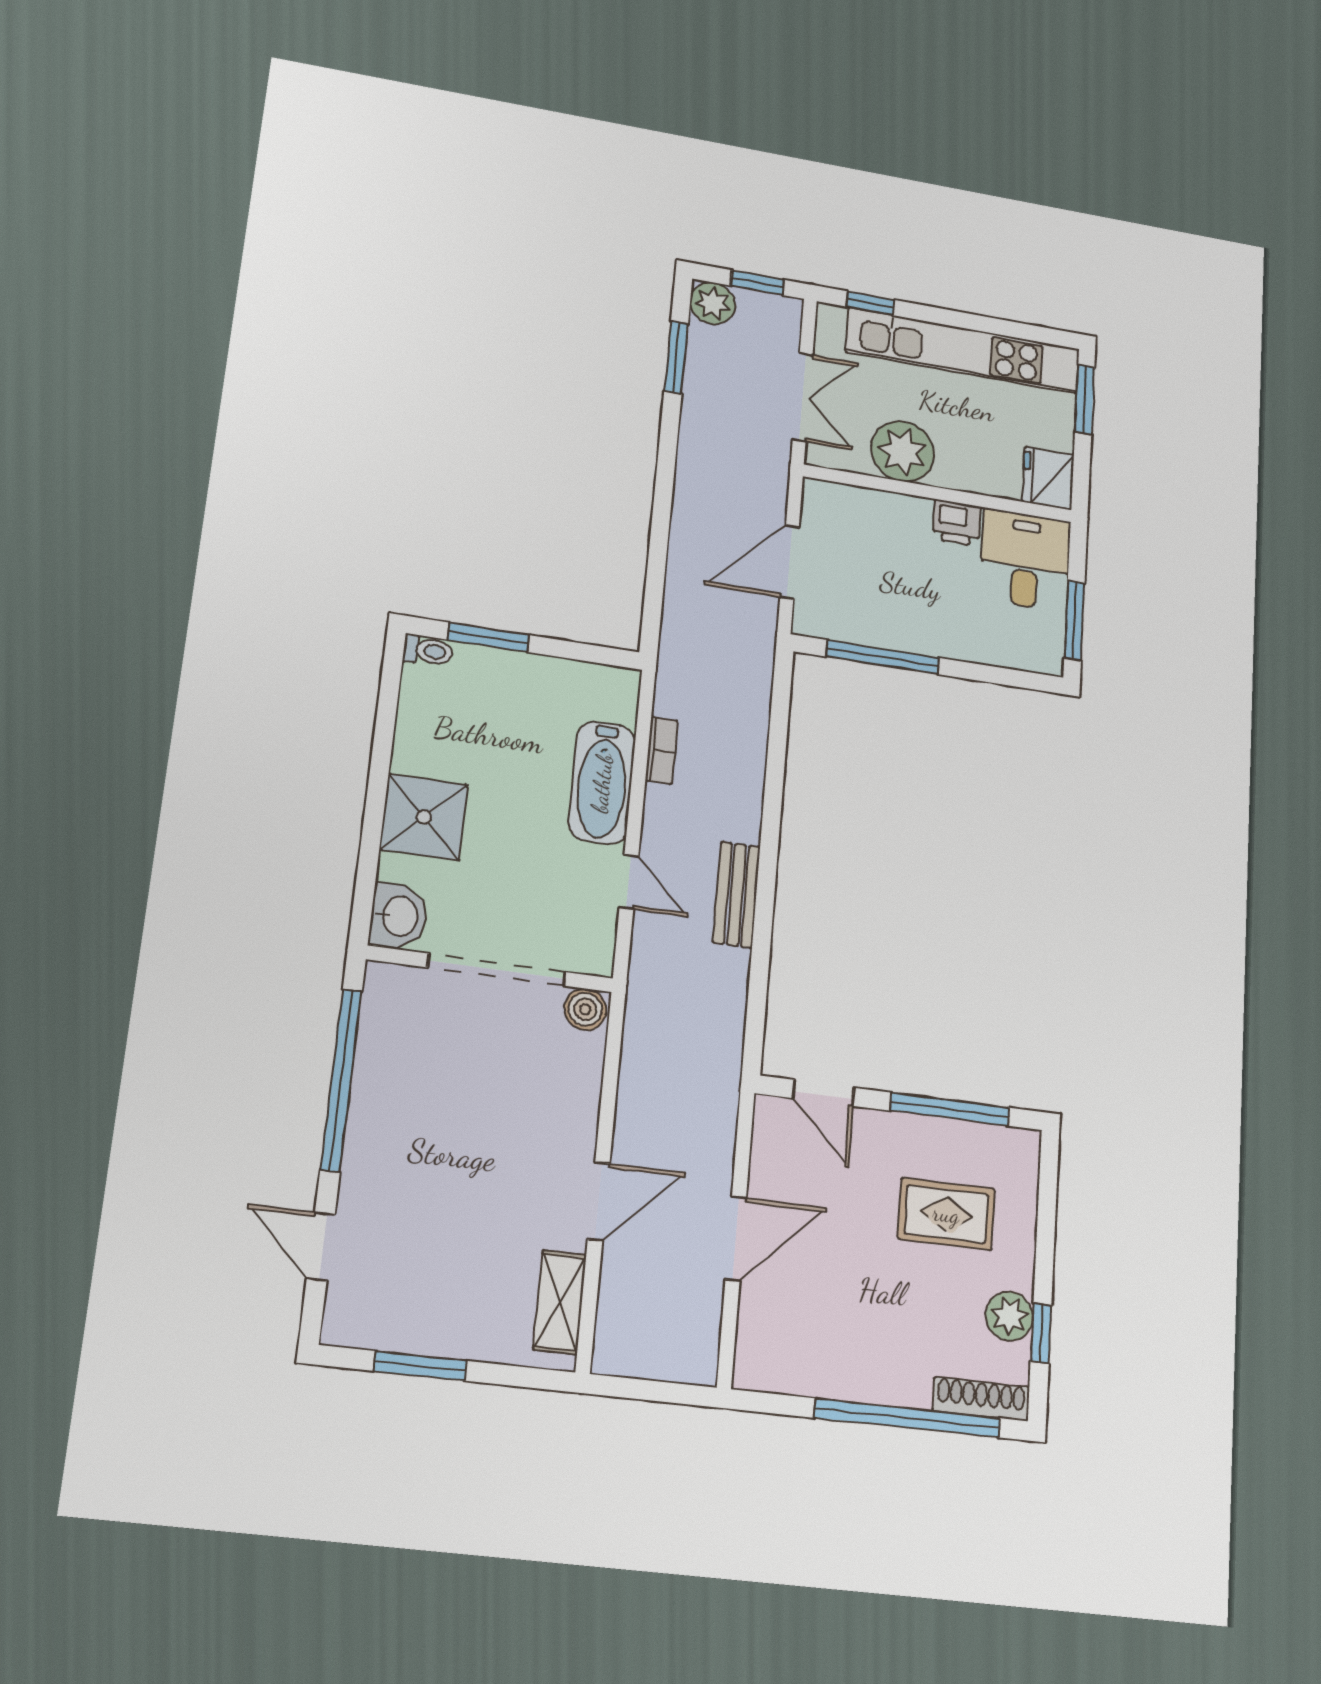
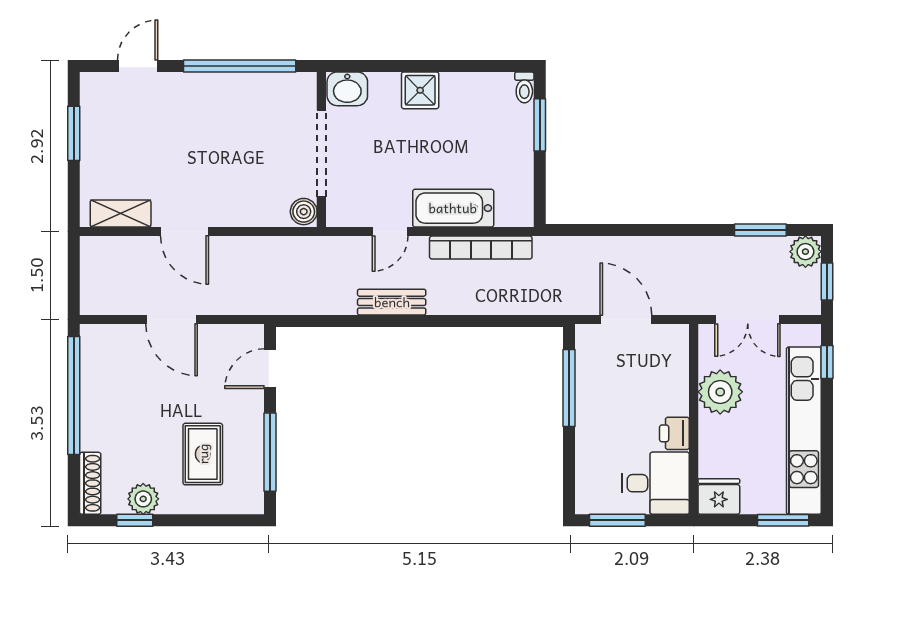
bookcase: (661, 751) -> (481, 248), width x2.31, depth x1.31
shower: (424, 817) -> (420, 90), width x0.73, depth x0.73
window: (907, 1418) -> (74, 395), moved

